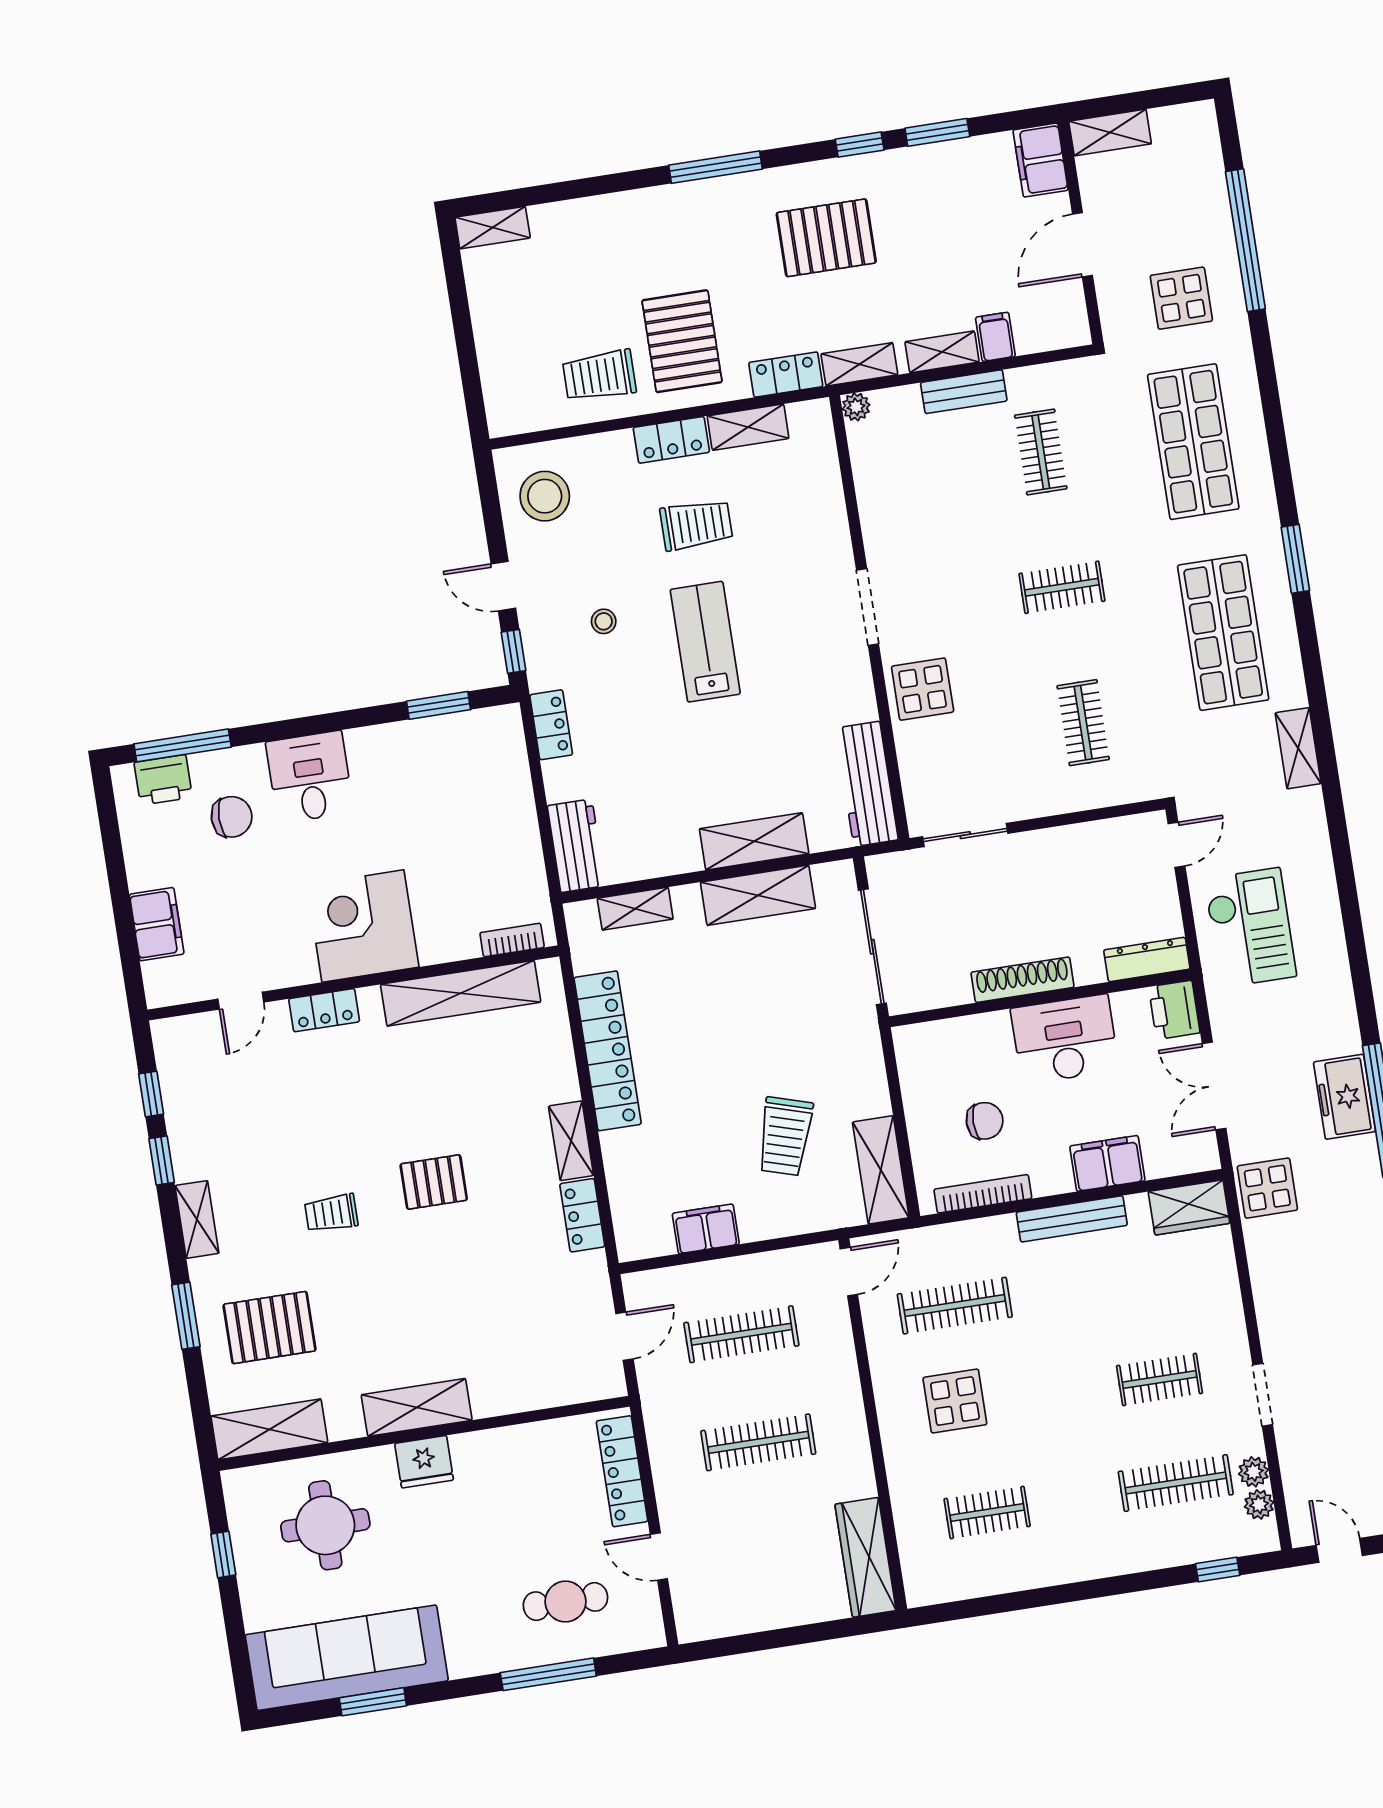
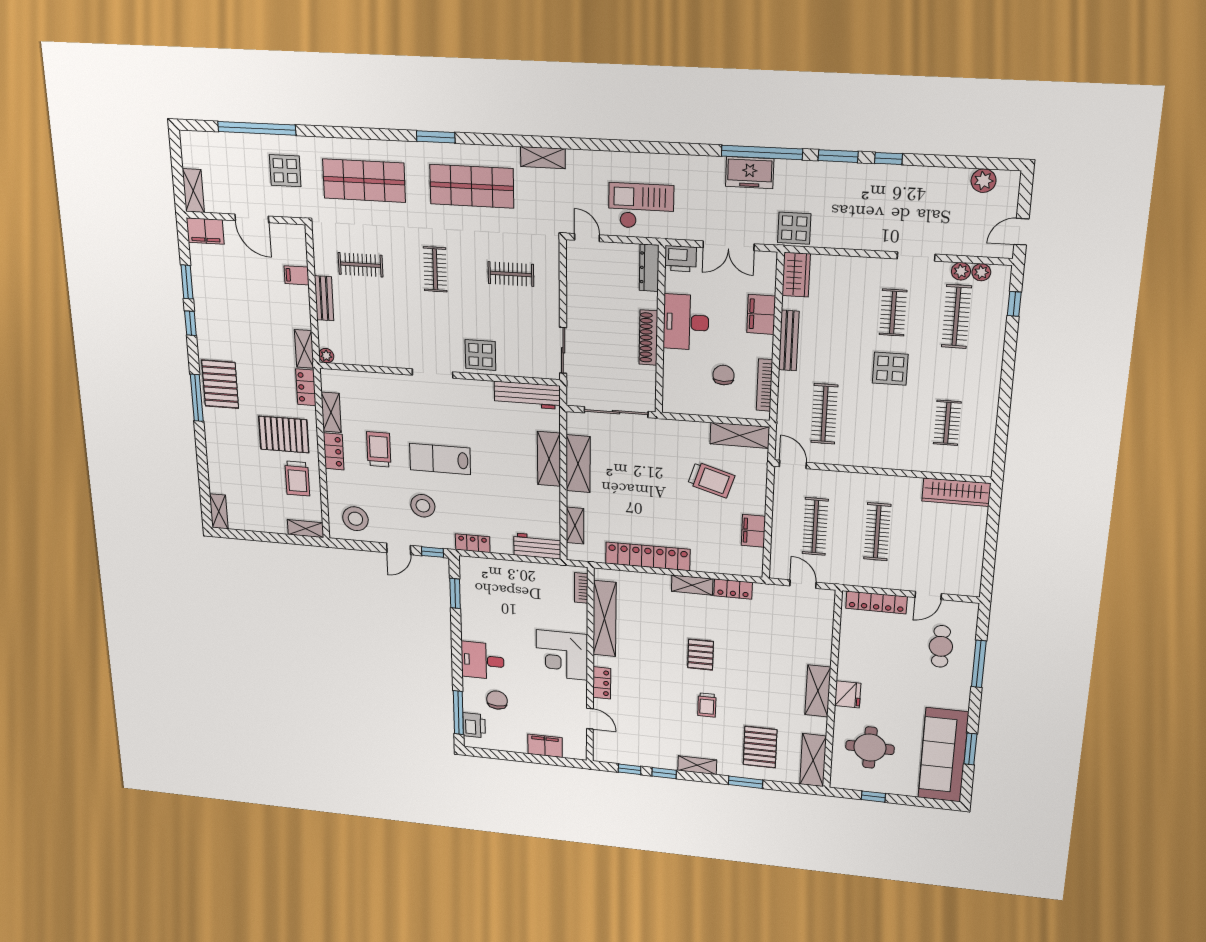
pallet: (826, 238) -> (220, 384), moved
shelving: (942, 352) -> (306, 529), moved, turned 90
stool: (604, 621) -> (423, 506), width x1.89, depth x1.89
display table: (955, 1401) -> (890, 369), moved

